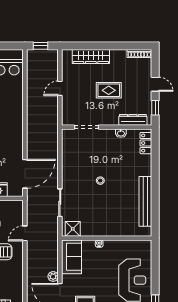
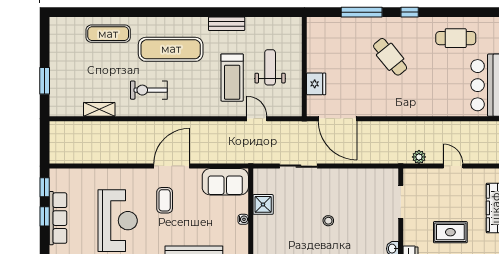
rug: (109, 90) -> (450, 232), turned 90
shower: (73, 229) -> (263, 204), moved
plant: (53, 276) -> (419, 157), moved

